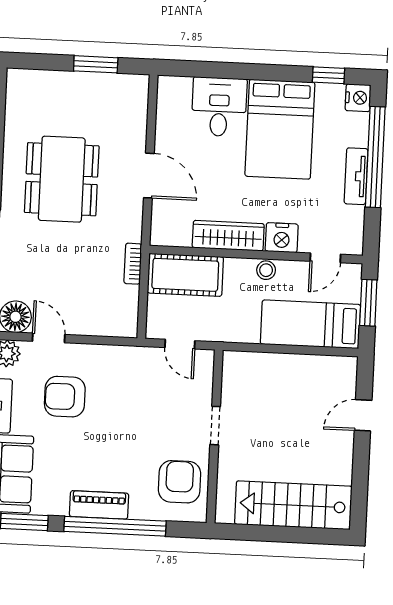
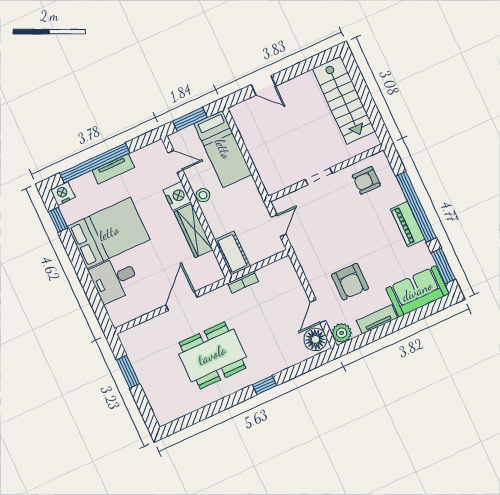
cot: (185, 275) -> (232, 253), width x0.73, depth x0.75
armchair: (179, 482) -> (366, 180), width x0.72, depth x0.72

